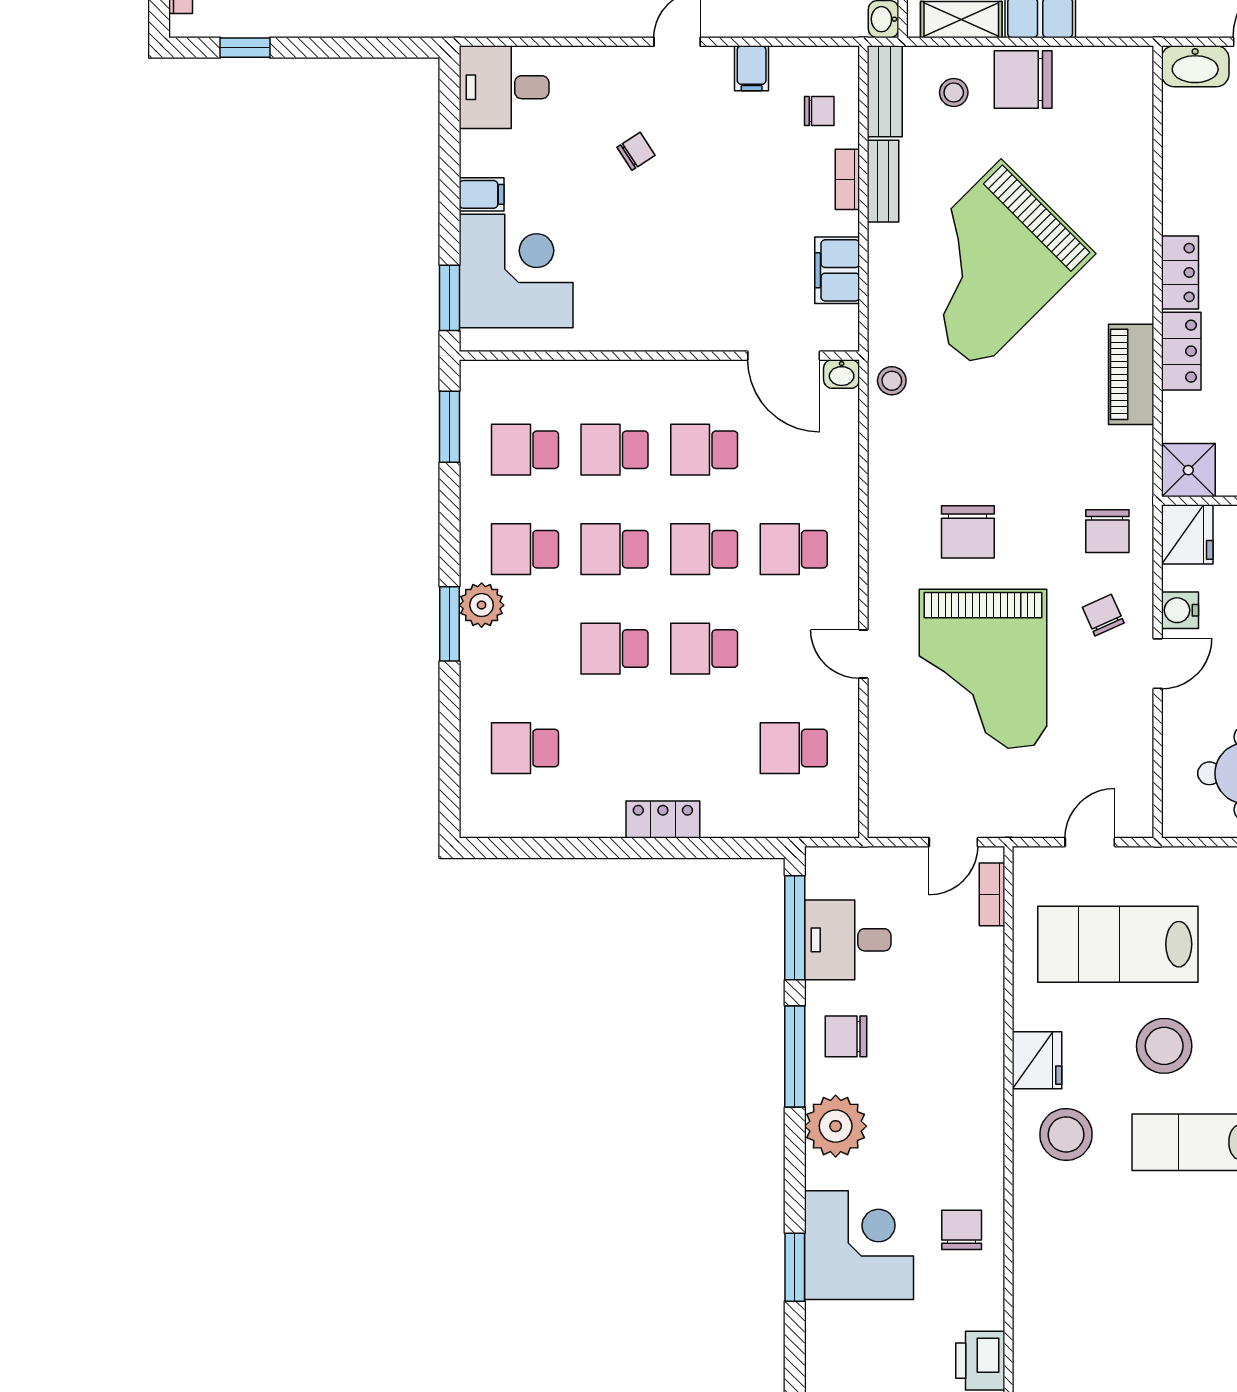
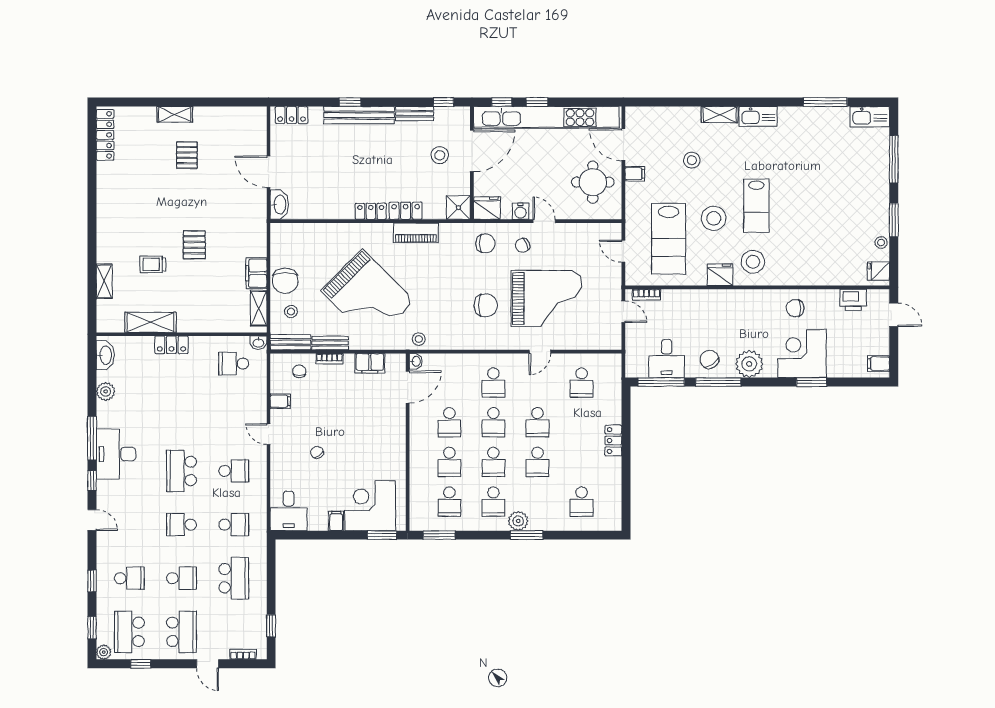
chair: (846, 1036) -> (709, 359), turned 146

